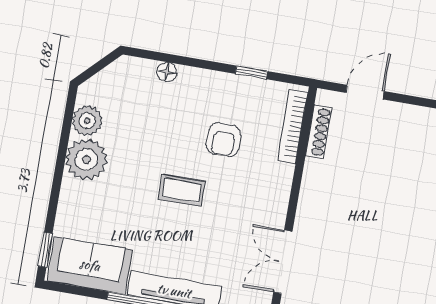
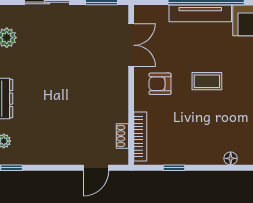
shoe rack: (319, 132) -> (122, 136), width x0.70
armchair: (224, 140) -> (160, 84), moved, turned -90

